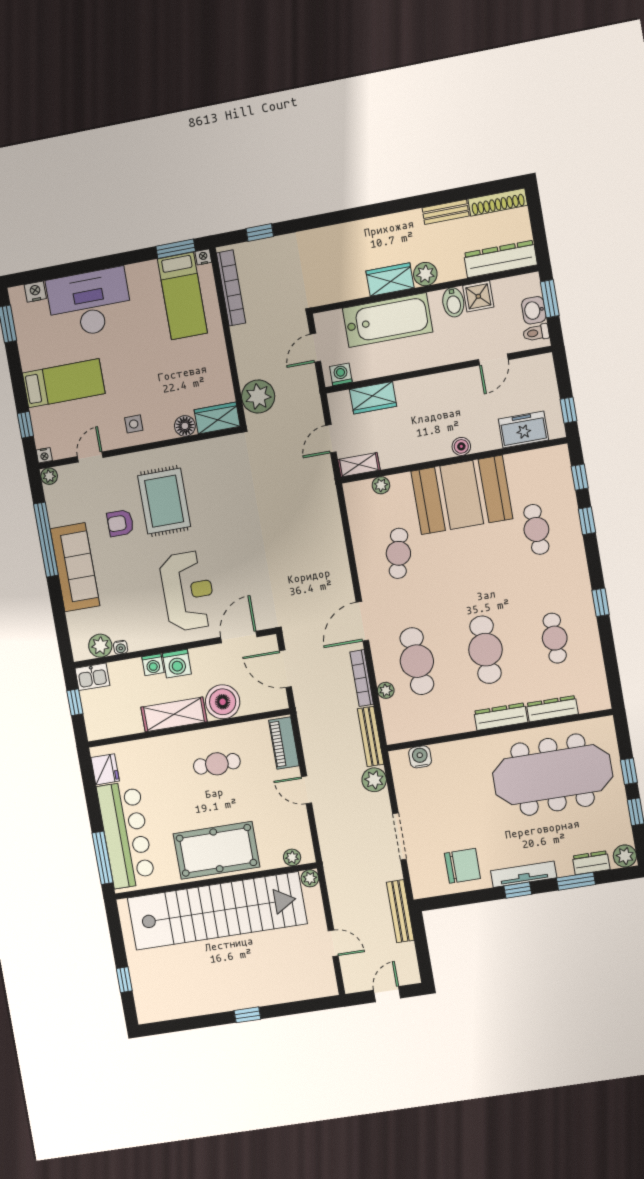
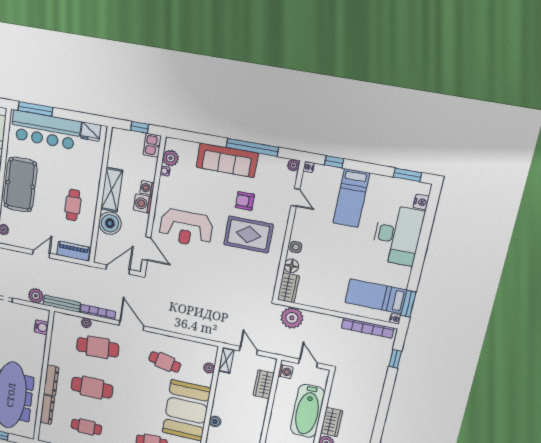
side table: (134, 424) -> (296, 247), moved
armchair: (120, 523) -> (245, 201), turned -90

